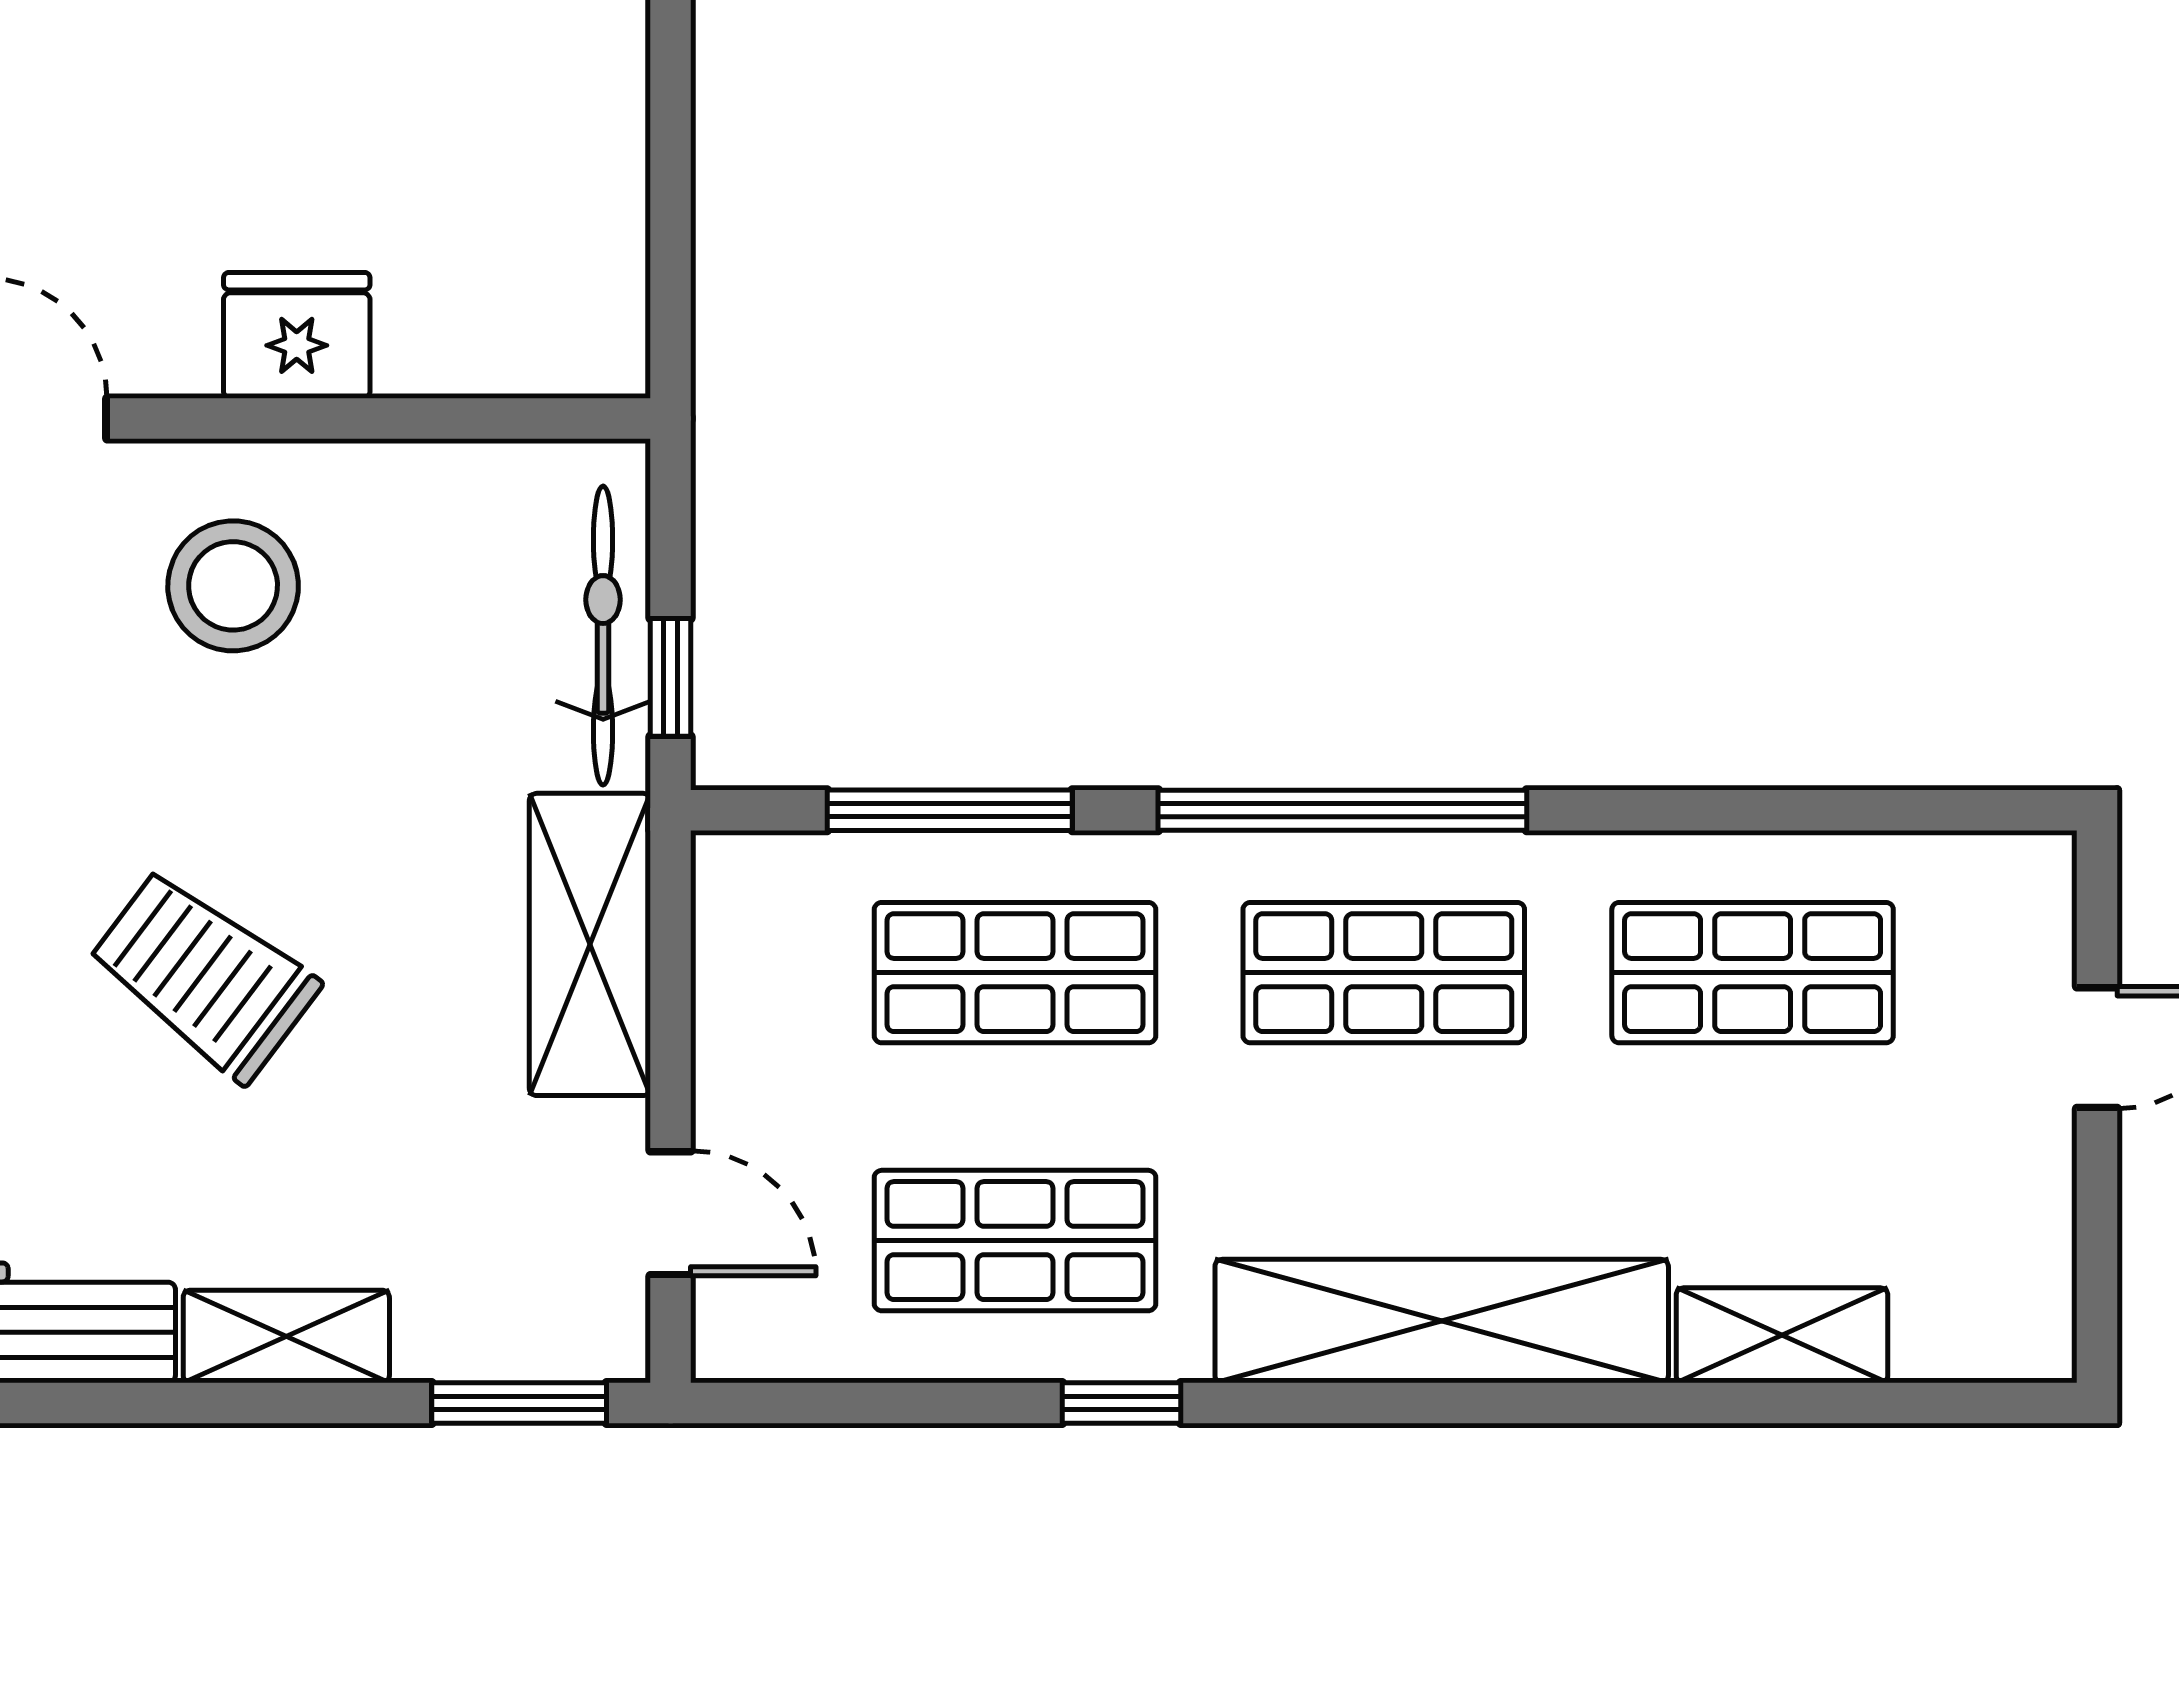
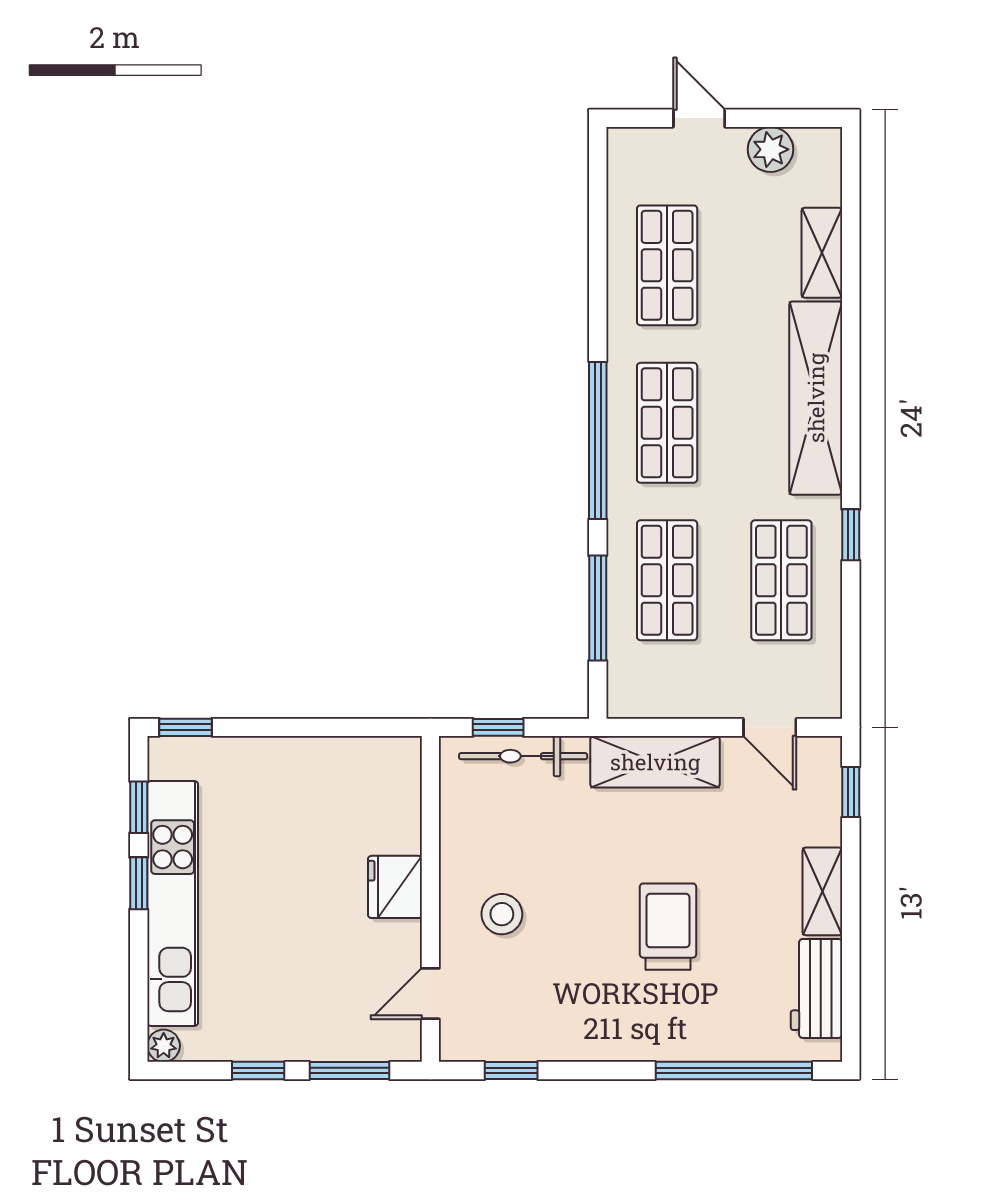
stool: (233, 586) -> (502, 914), width x0.73, depth x0.73
window: (671, 677) -> (498, 727), moved
trolley: (204, 975) -> (668, 927), turned 143
door: (671, 1213) -> (770, 727), swing flipped
plant: (2024, 1215) -> (771, 149), added
window: (519, 1403) -> (851, 792), width x0.67

